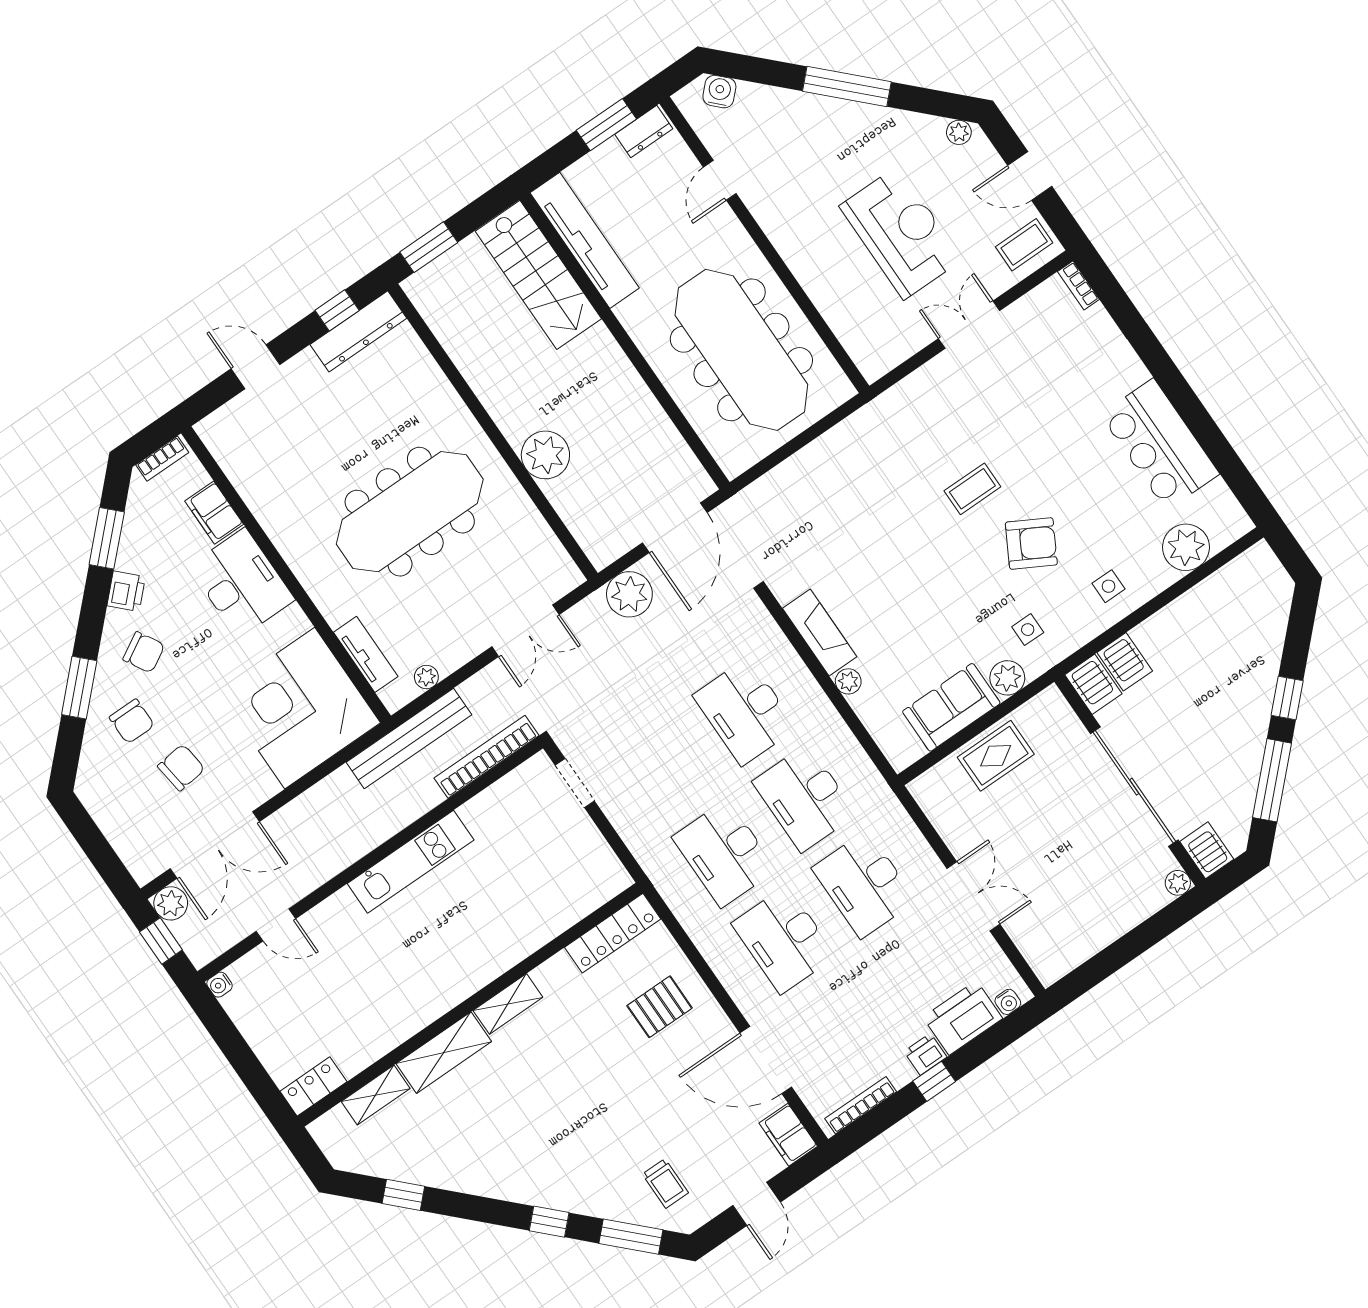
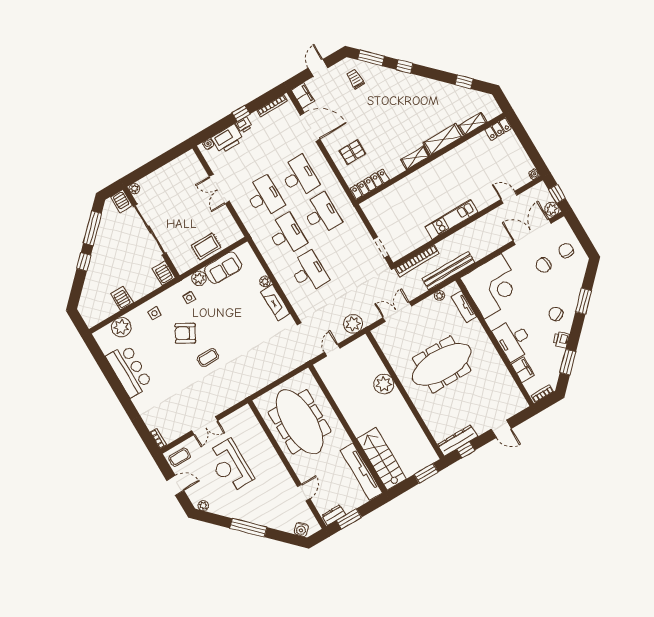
door: (675, 528) -> (332, 350), width x0.53
server rack: (1125, 662) -> (122, 298), moved
chair: (132, 721) -> (566, 251), moved

